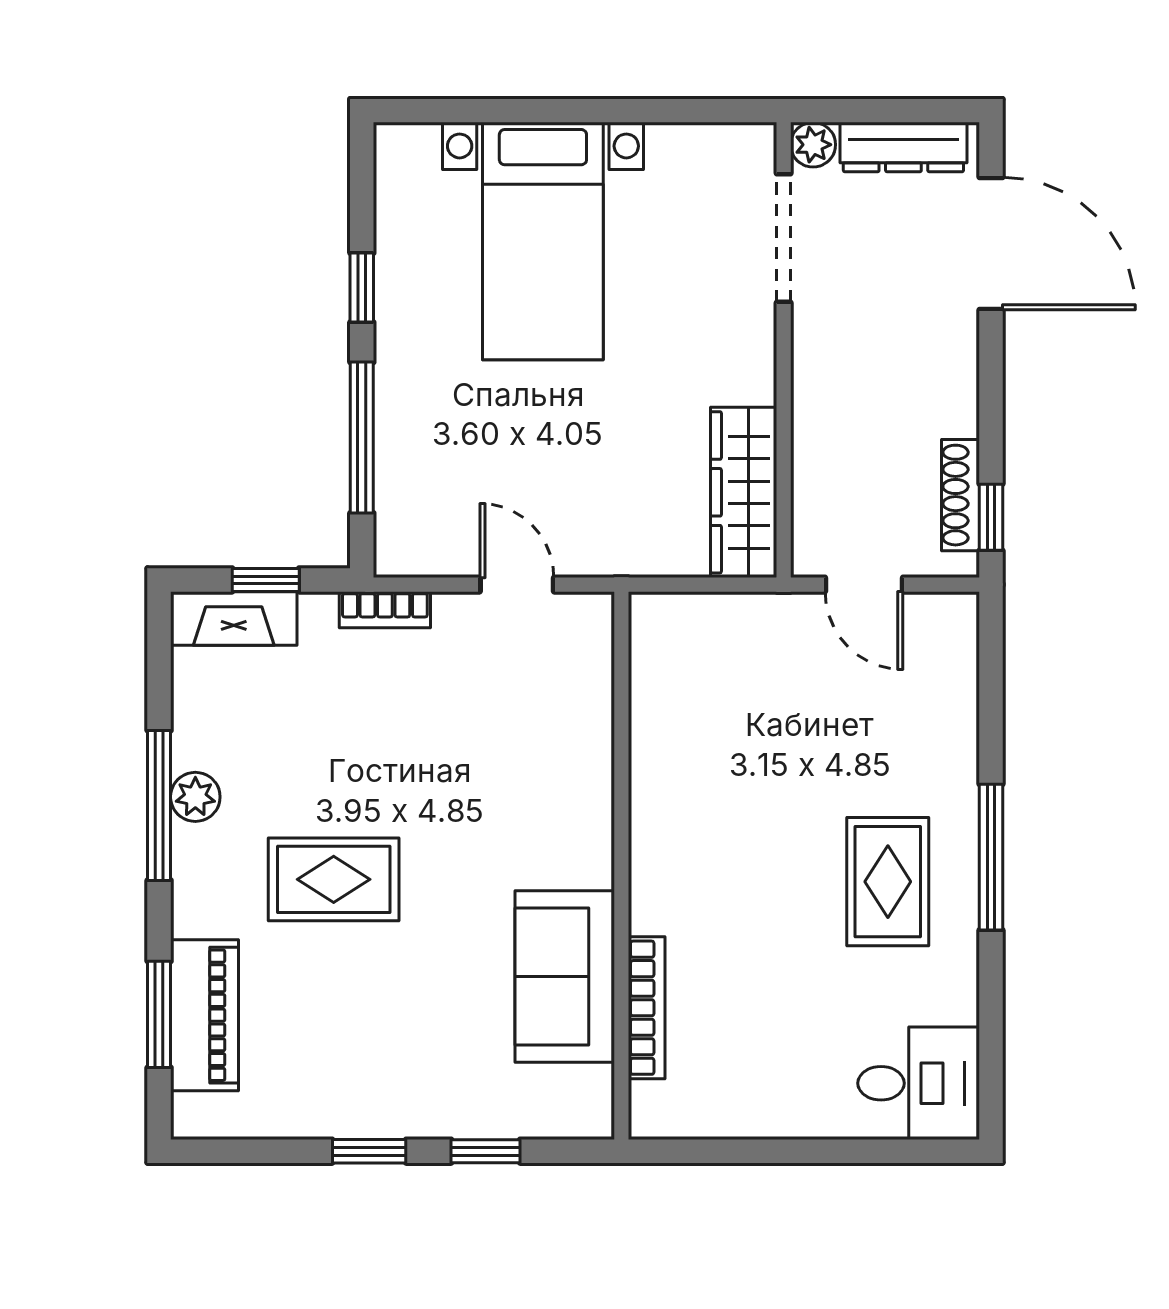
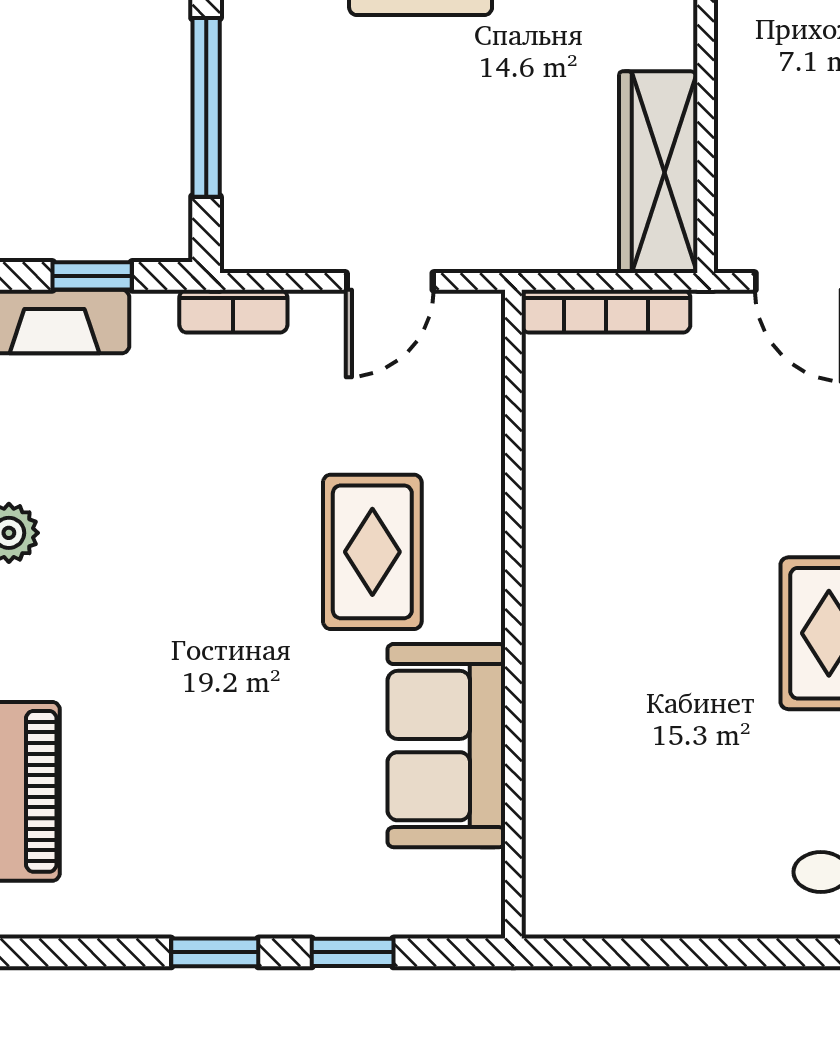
door: (517, 585) -> (390, 281), swing flipped
rug: (334, 879) -> (372, 552), moved, turned 90
bookcase: (647, 1008) -> (606, 311), moved, turned 90

